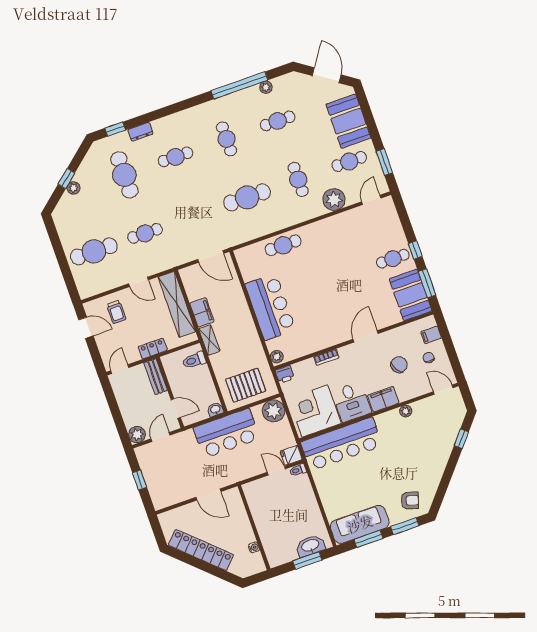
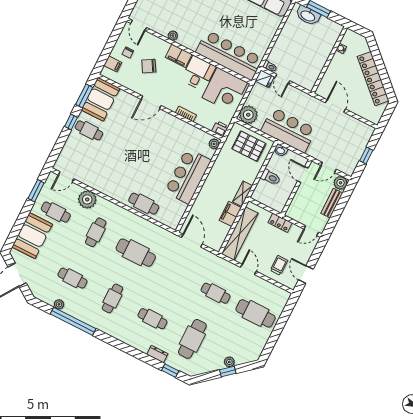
toilet: (194, 360) -> (270, 177), moved
bench: (156, 377) -> (332, 203), moved

